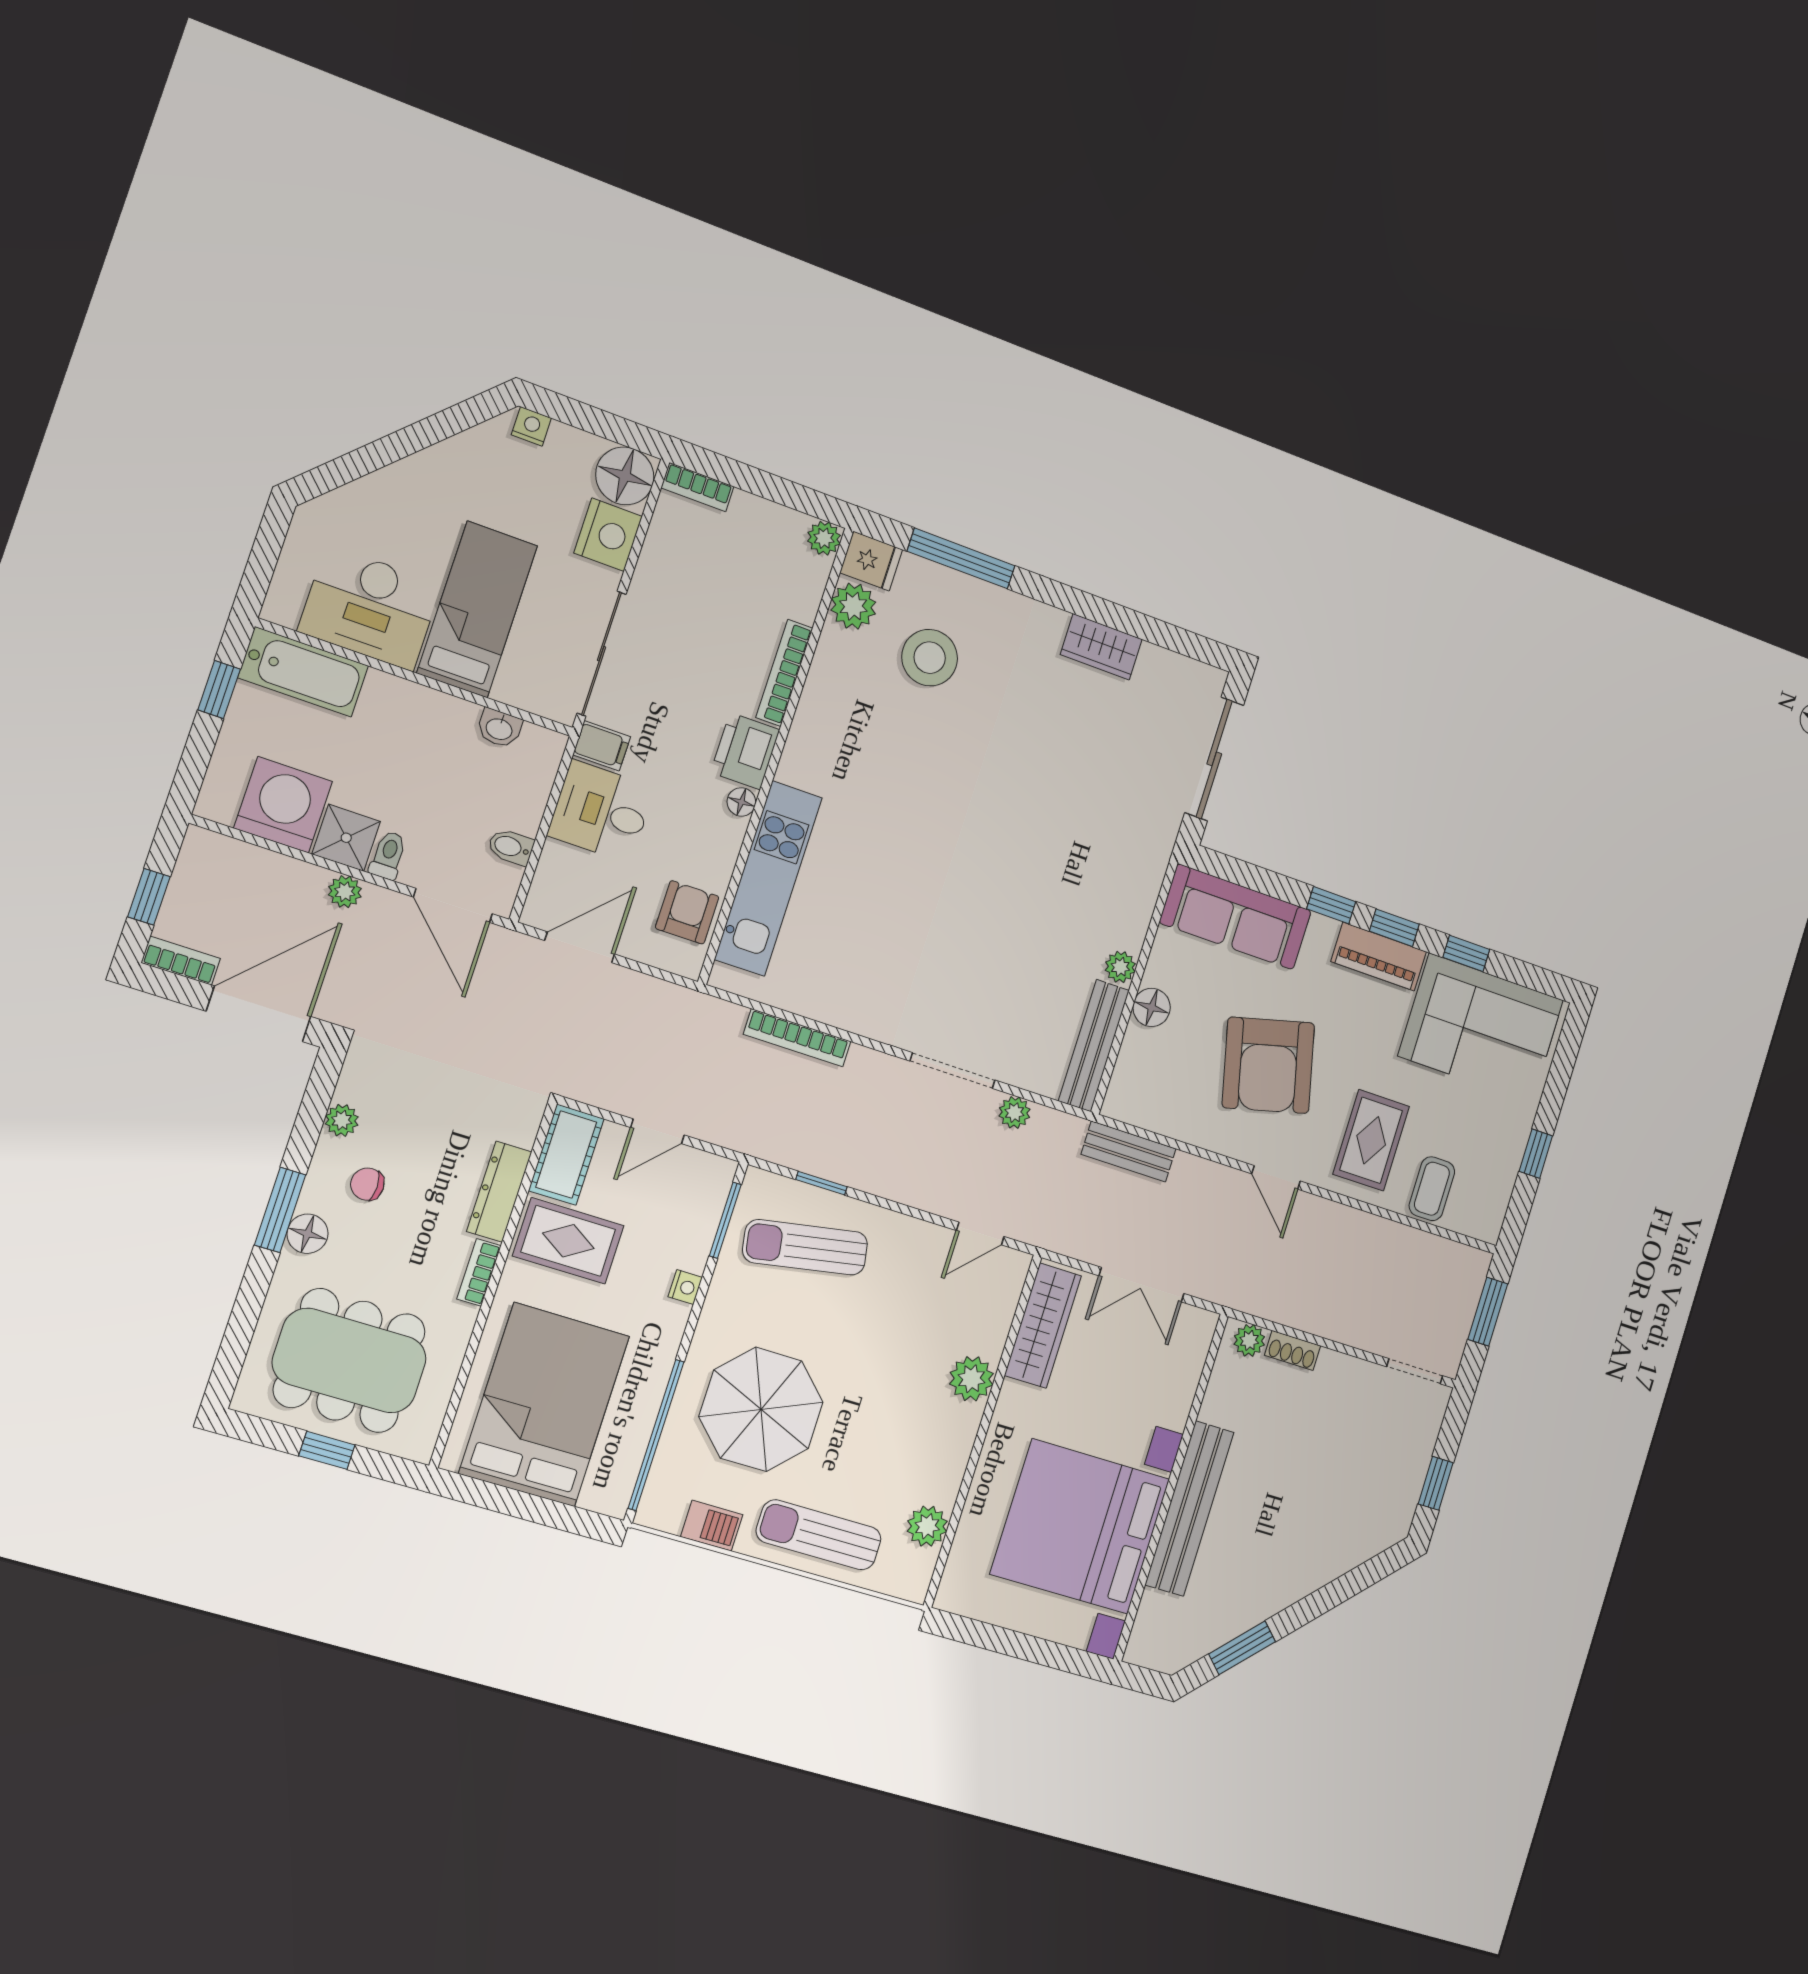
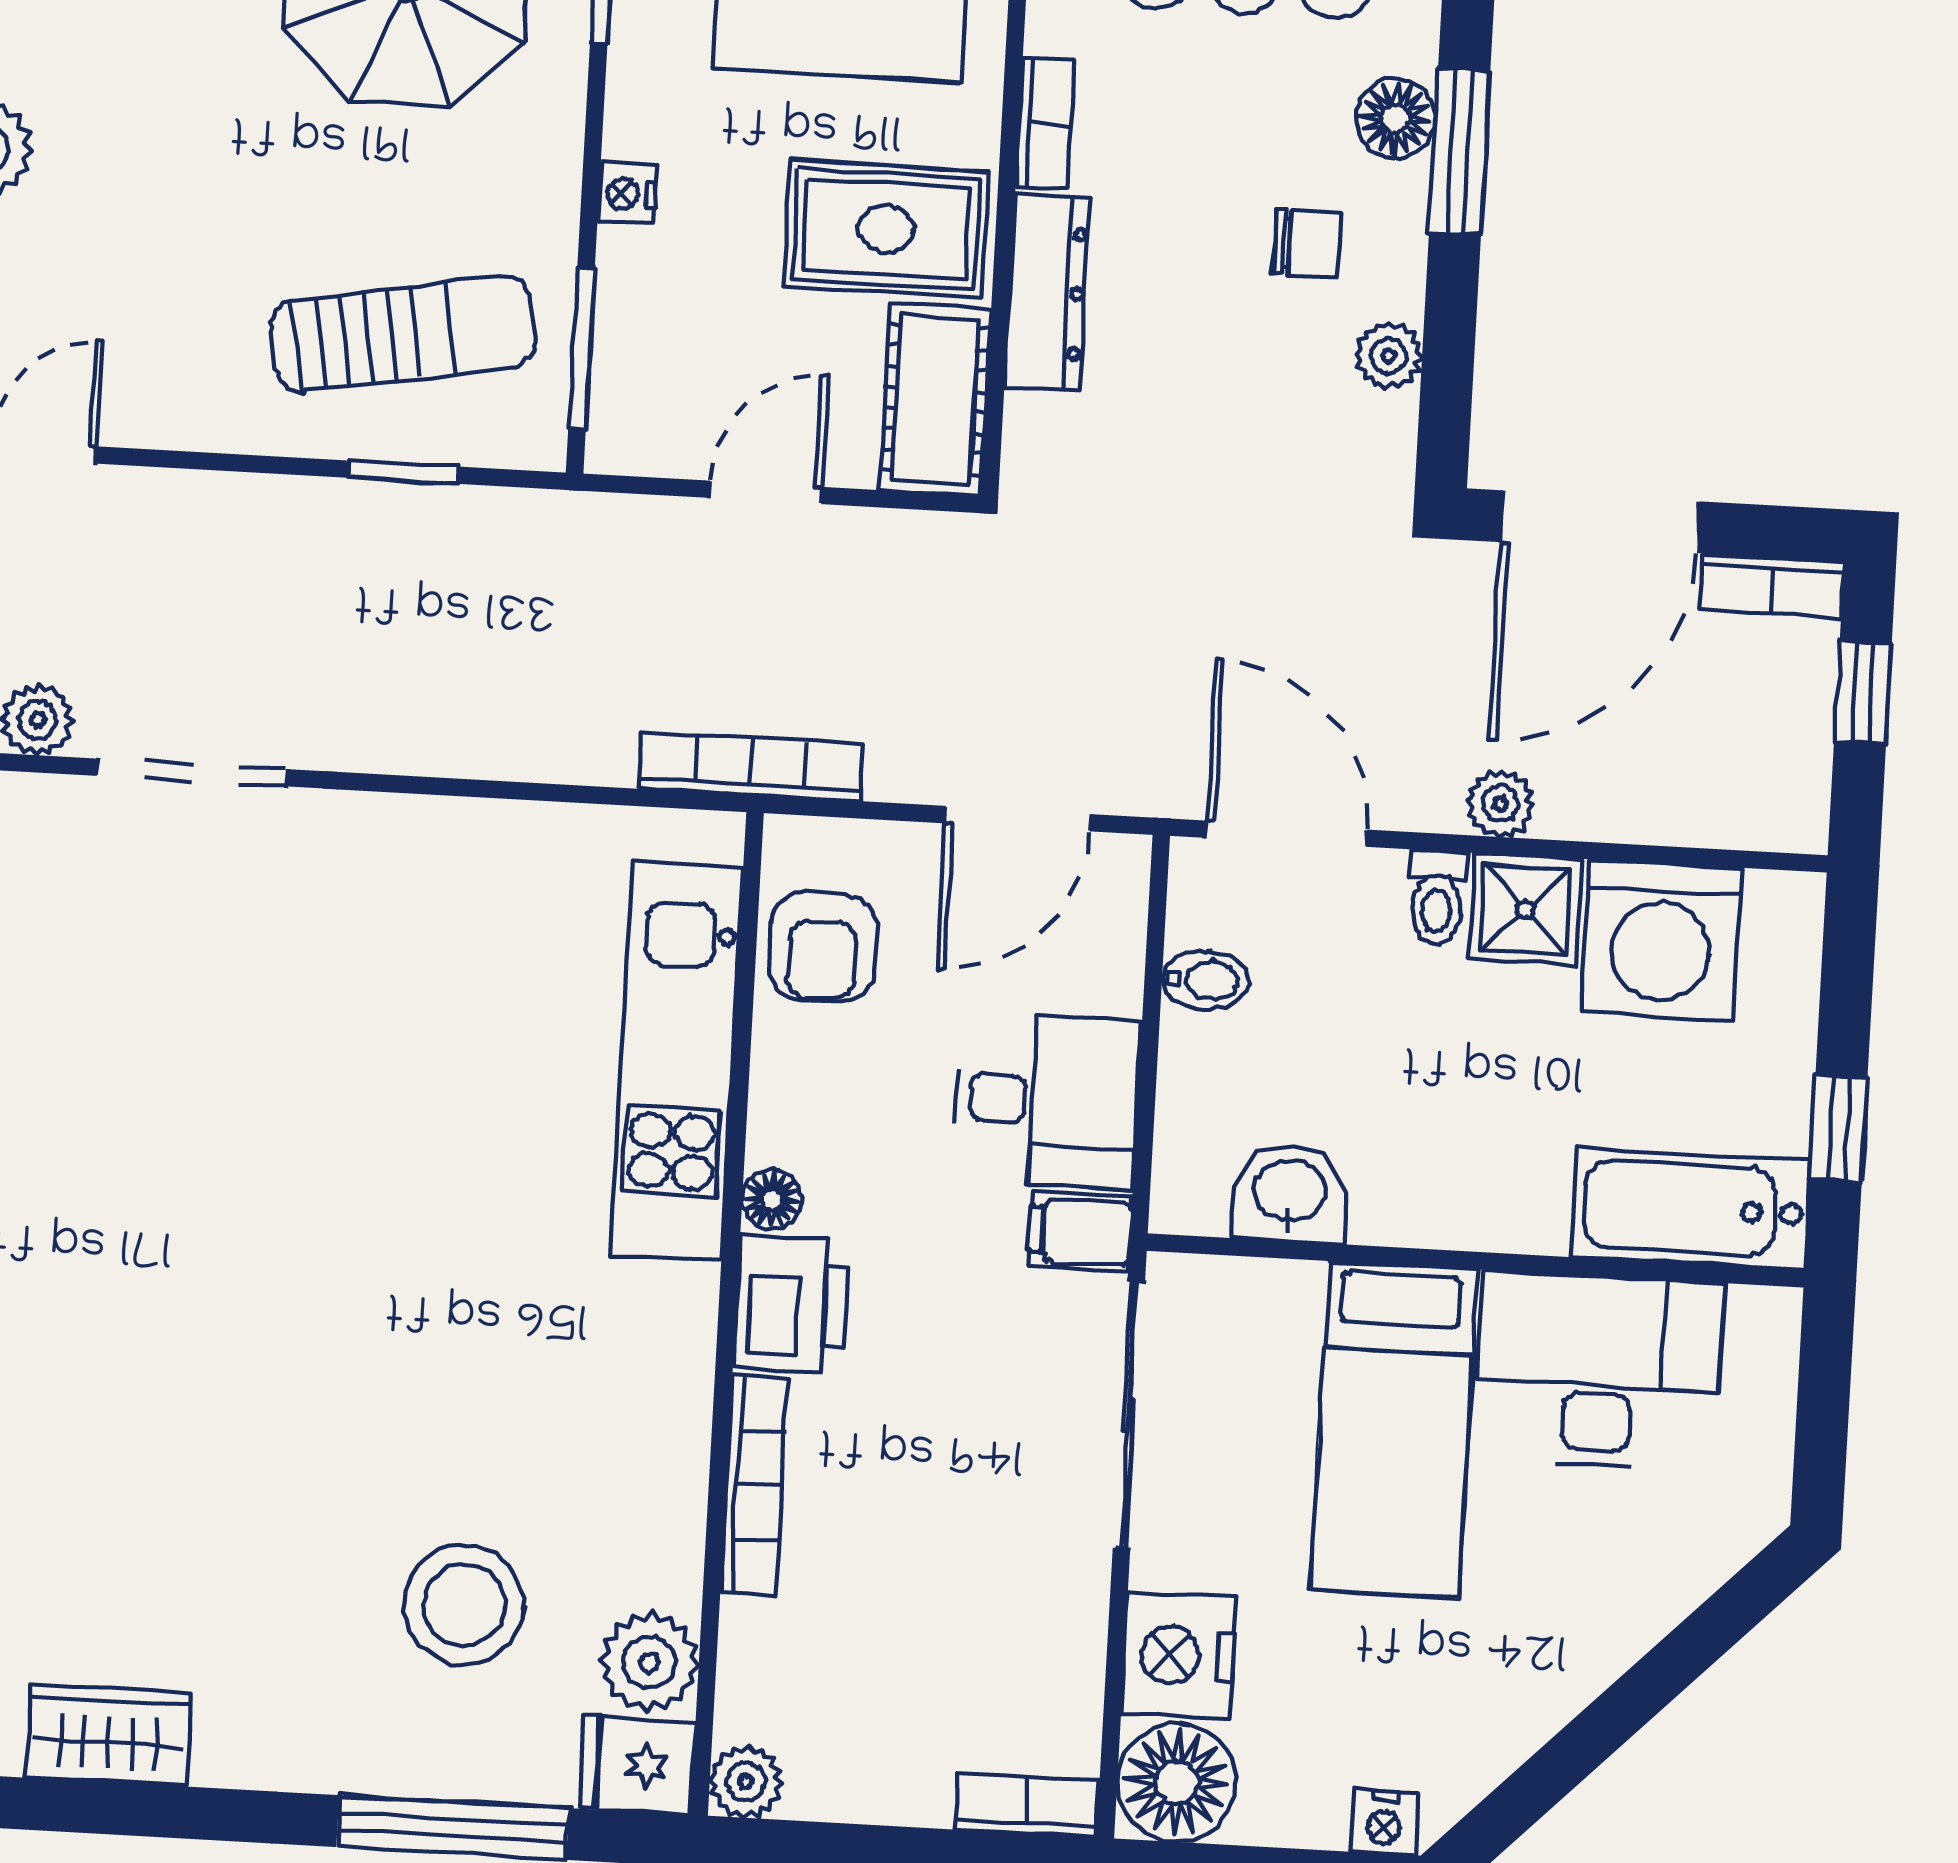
washbasin: (499, 728) -> (1290, 1193), width x1.38, depth x1.45
bookcase: (797, 1038) -> (751, 767), moved

